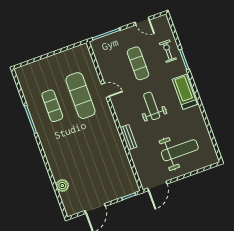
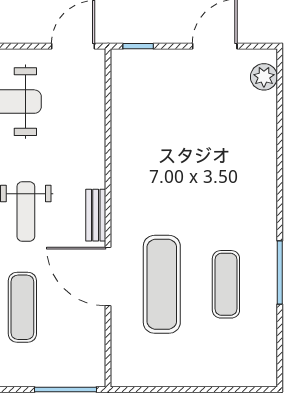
door: (105, 90) -> (108, 276), width x1.87
bench: (128, 137) -> (96, 215), moved
plant: (62, 186) -> (264, 77), moved

